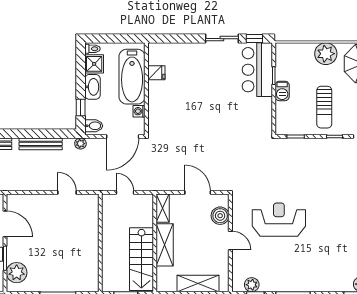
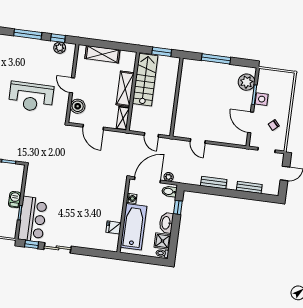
bench: (41, 144) -> (214, 183), width x0.73
plant: (80, 144) -> (169, 177), moved

